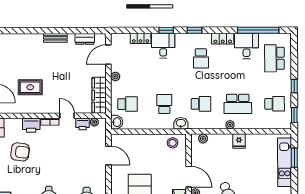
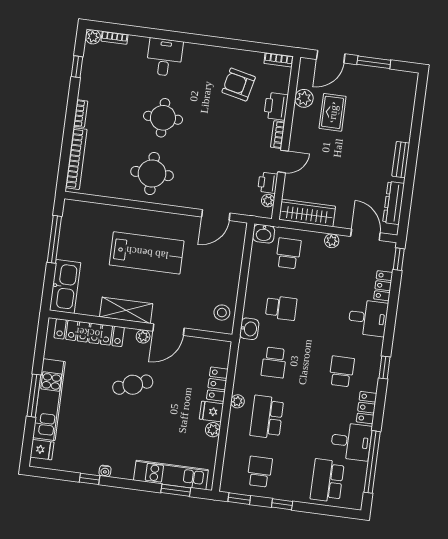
window: (166, 30) -> (399, 259), moved
dresser: (85, 39) -> (394, 203), width x1.44
school desk: (201, 58) -> (342, 371), turned 90
school desk: (274, 58) -> (327, 481), turned -90
school desk: (127, 104) -> (288, 253), turned 180
school desk: (275, 104) -> (260, 472), turned 180
plant: (24, 107) -> (304, 98), added
plant: (203, 139) -> (213, 430), moved
locker: (220, 140) -> (217, 384), added
armchair: (20, 152) -> (239, 85), turned 96

